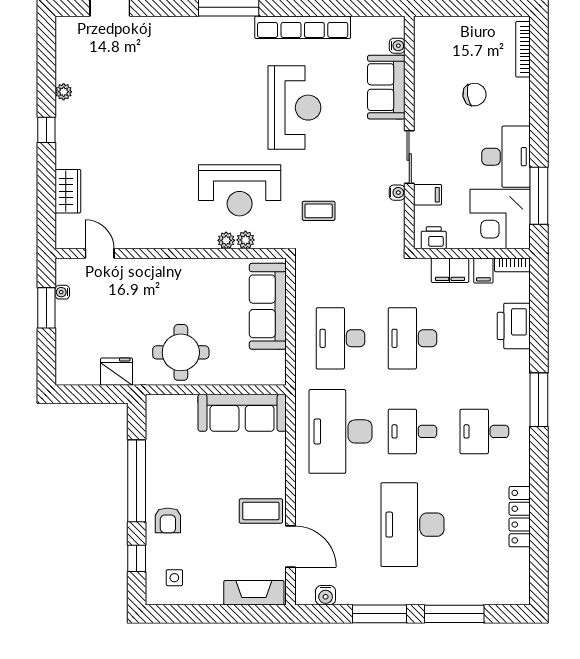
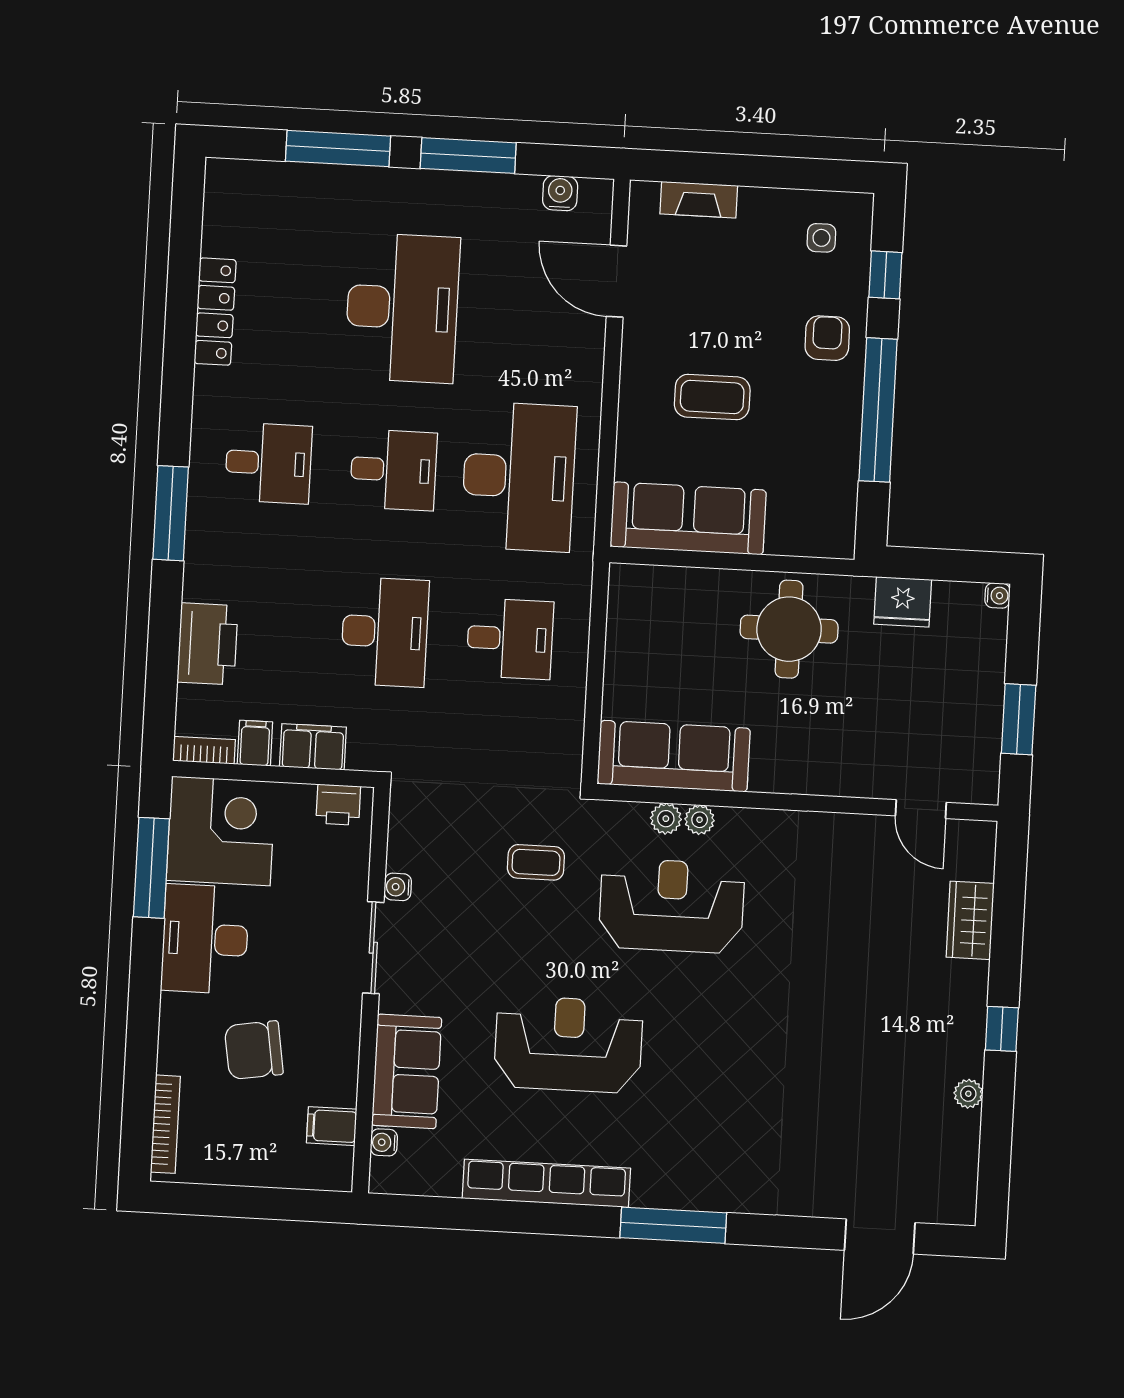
chair: (474, 95) -> (254, 1050), width x1.37, depth x1.37
reception desk: (294, 108) -> (568, 1044), turned 90
filing cabinet: (427, 195) -> (332, 1126), moved
water cooler: (62, 292) -> (998, 596), moved
sofa: (268, 306) -> (674, 756), moved, turned -90
desk: (341, 338) -> (510, 639), width x0.73
coffee table: (261, 511) -> (712, 397), moved
fireplace: (254, 593) -> (699, 200), width x0.73, depth x0.76

